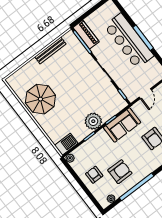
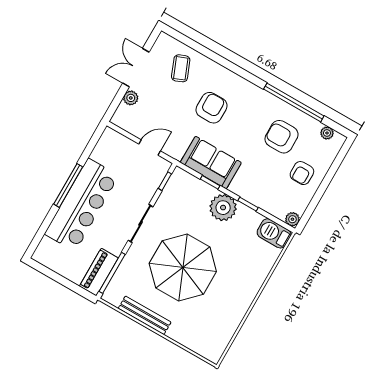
parasol: (40, 99) -> (183, 268), moved, width x1.36, depth x1.36

